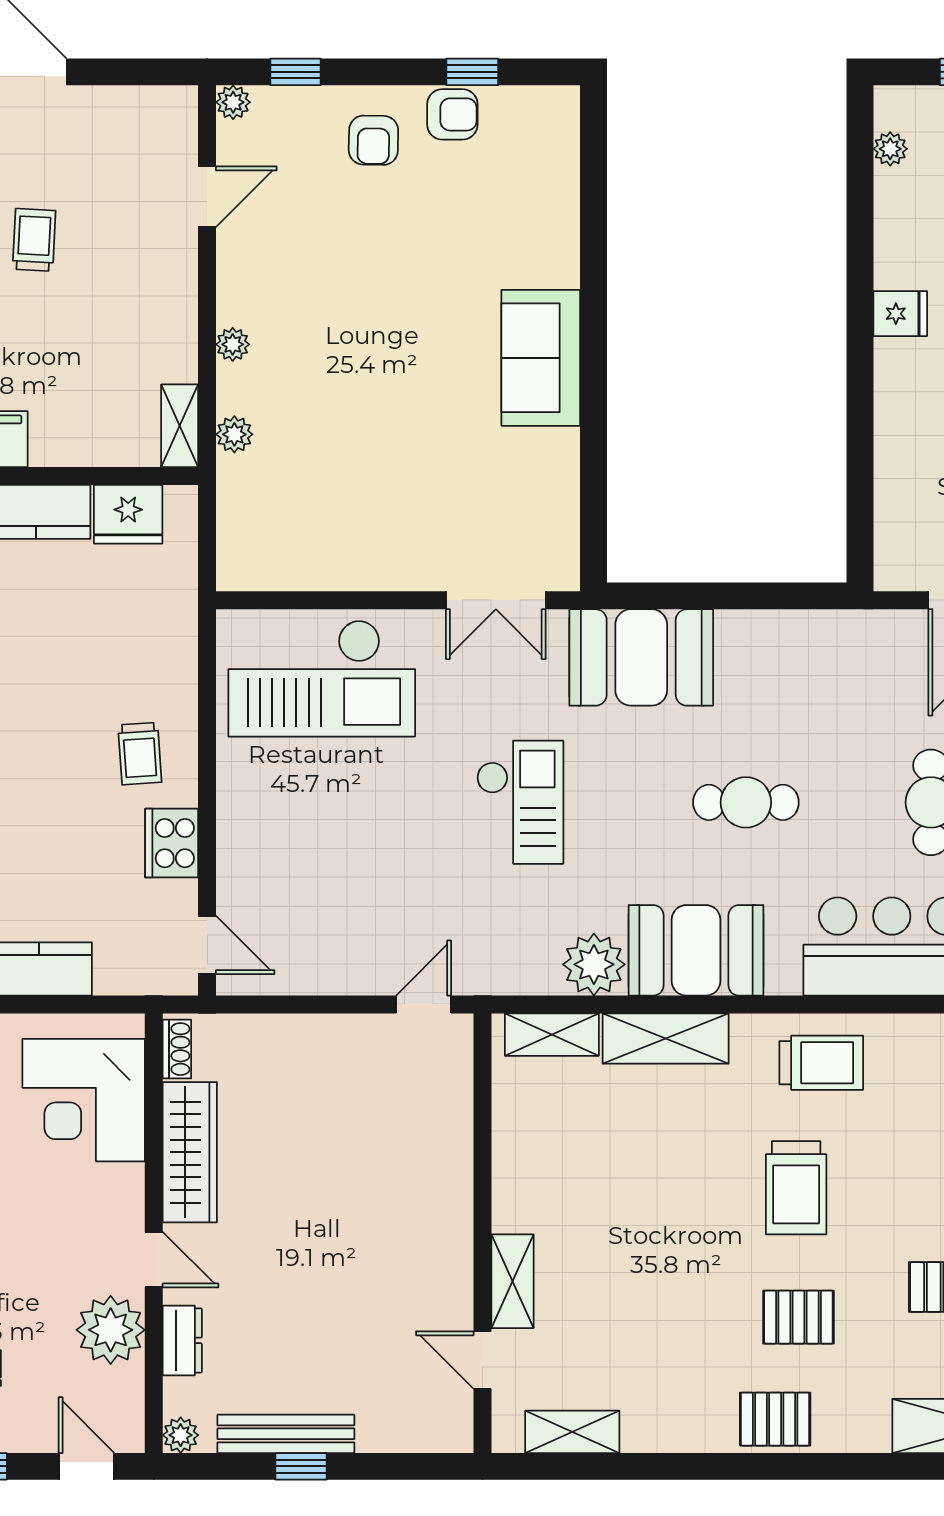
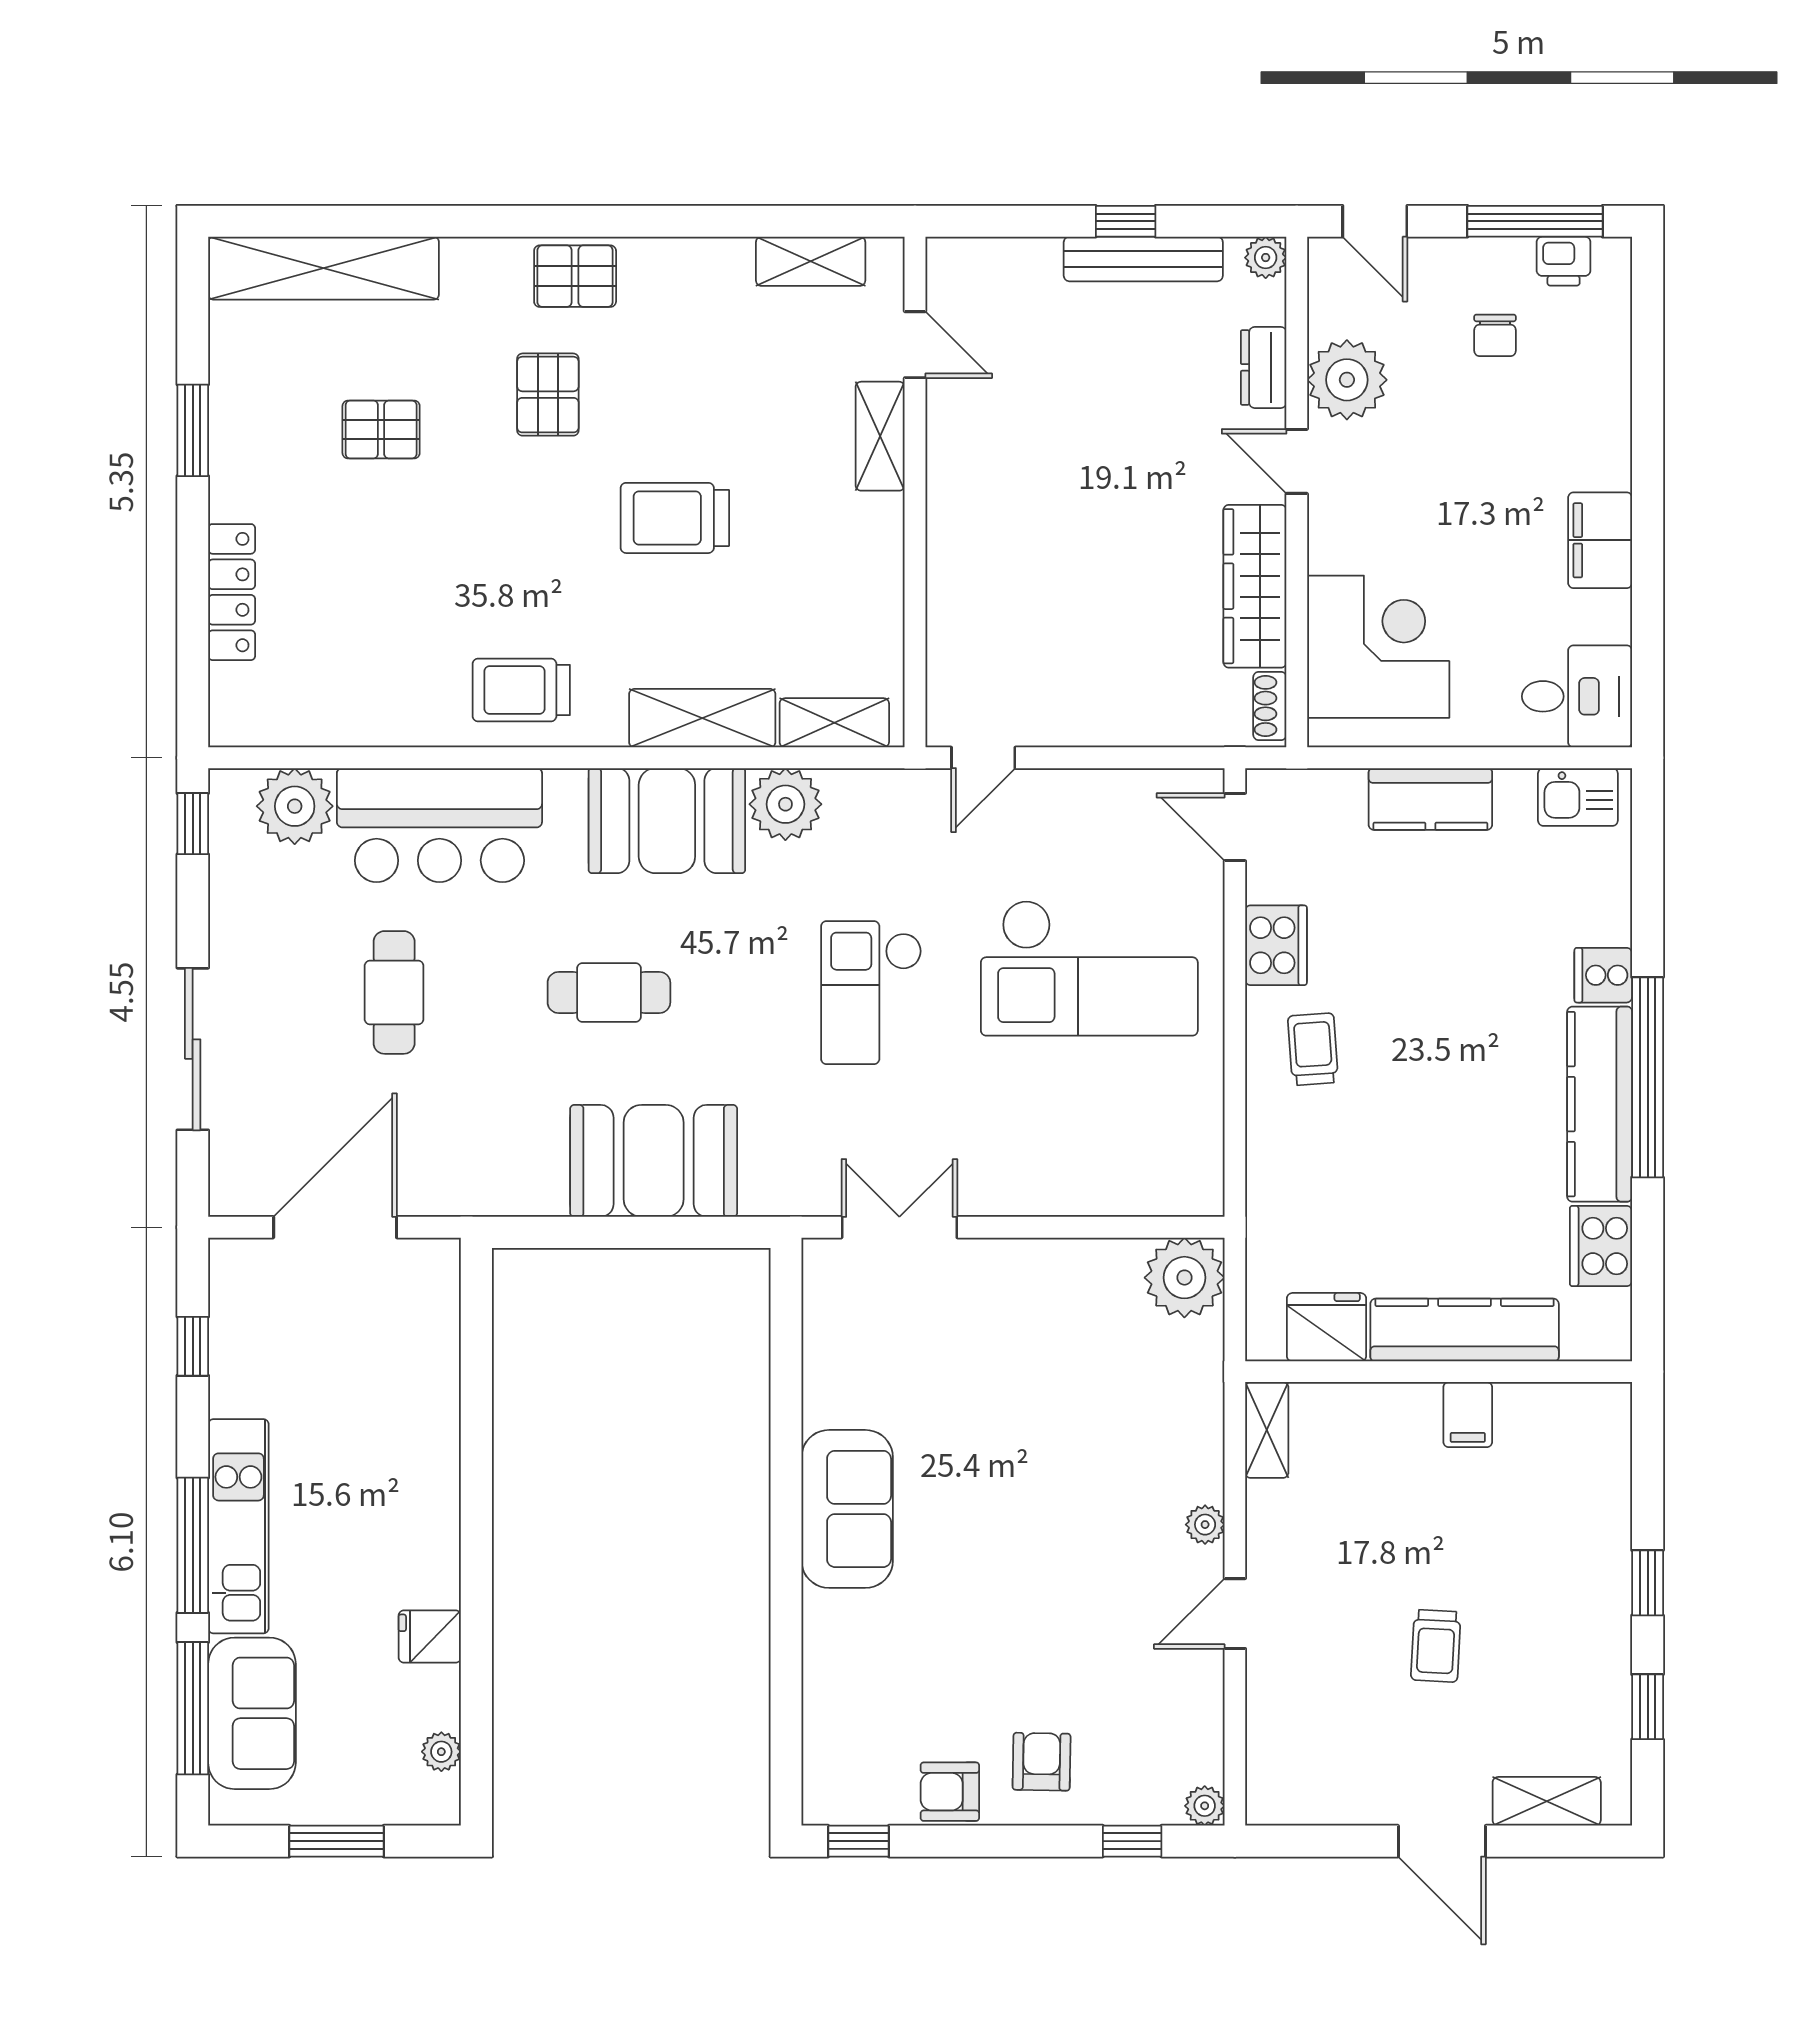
window: (472, 72) -> (858, 1841), moved
door: (207, 197) -> (1235, 1614), moved
fridge: (900, 314) -> (430, 1636), moved
plant: (234, 434) -> (1184, 1278), moved, width x1.87, depth x1.87
booth: (641, 657) -> (654, 1161), moved
checkout: (322, 678) -> (1089, 968), moved, turned 180
trolley: (796, 1188) -> (675, 518), moved, turned -90
pallet: (798, 1317) -> (548, 395), turned 90

